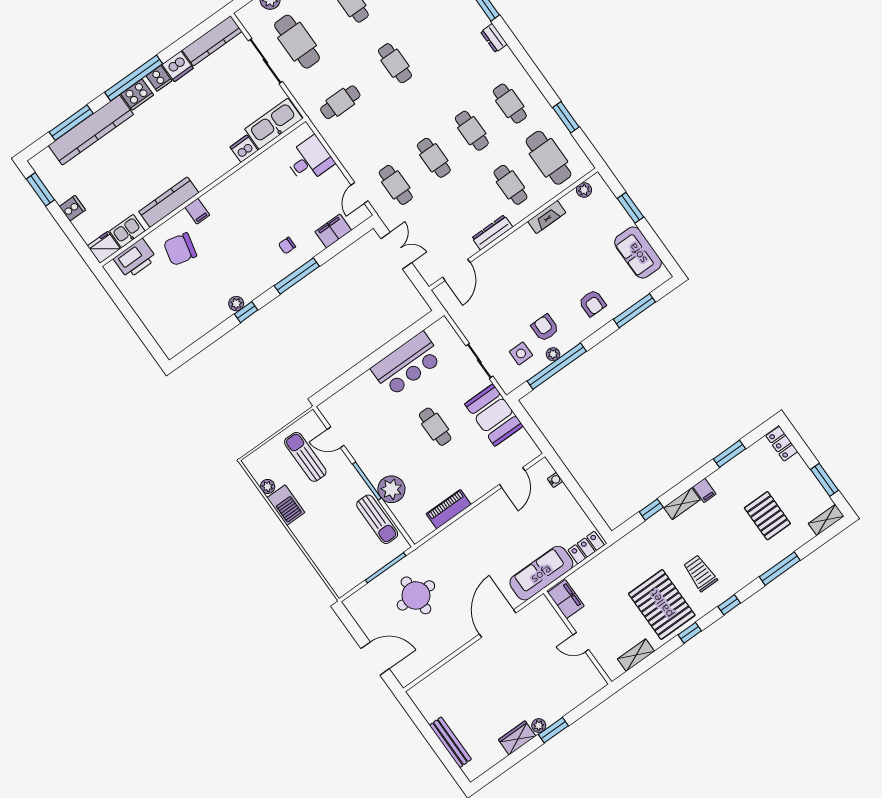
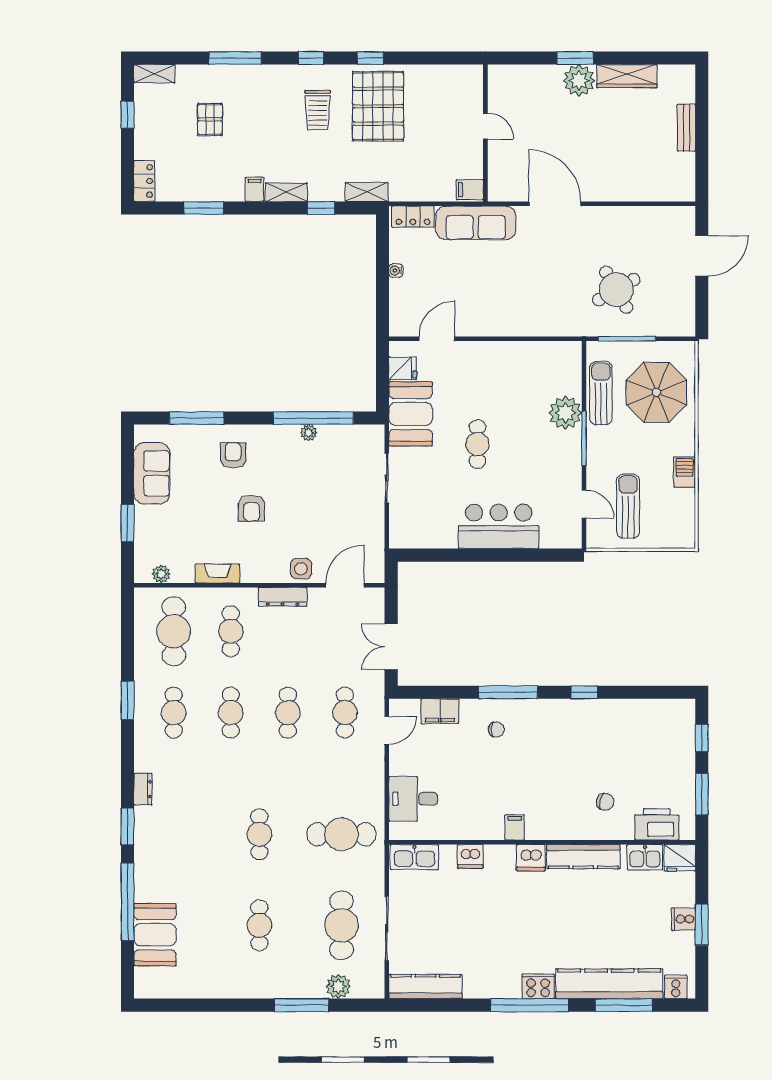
dishwasher: (178, 66) -> (531, 858), moved, turned 180
cooker: (159, 78) -> (676, 987), moved
cafe table: (340, 102) -> (341, 834), width x1.37, depth x1.35
window: (566, 117) -> (128, 700), moved
kitchen sink: (274, 124) -> (414, 857), width x0.73, depth x0.81
window: (40, 189) -> (702, 925), moved
filing cabinet: (197, 211) -> (515, 827), moved
chair: (180, 249) -> (605, 802), width x0.54, depth x0.54
window: (119, 300) -> (702, 794), added
plant: (236, 304) -> (588, 708), removed
armchair: (545, 328) -> (252, 508), moved
window: (146, 338) -> (702, 738), added
side table: (521, 353) -> (301, 569), moved
bar counter: (407, 364) -> (499, 526), moved
fridge: (521, 441) -> (403, 368), added
sun lounger: (305, 457) -> (628, 506), turned 180
water cooler: (555, 480) -> (396, 271), moved
window: (825, 480) -> (128, 115), width x0.67
plant: (268, 486) -> (687, 503), removed
barbecue: (286, 505) -> (685, 472), width x0.73, depth x0.79
piano: (449, 509) -> (523, 352), removed
pallet: (767, 516) -> (210, 120), width x0.67, depth x0.71
parasol: (340, 546) -> (656, 392), added
round table: (416, 595) -> (616, 290), turned -30
filing cabinet: (566, 599) -> (470, 190), width x0.50
door: (498, 623) -> (555, 204), swing flipped
shelving: (636, 655) -> (367, 192), moved
door: (375, 659) -> (702, 256), swing flipped
plant: (539, 726) -> (579, 80), width x1.88, depth x1.88
wardrobe: (517, 738) -> (627, 76), width x1.50
bench: (450, 742) -> (686, 128), width x0.73

